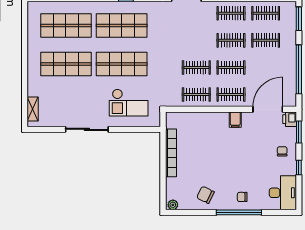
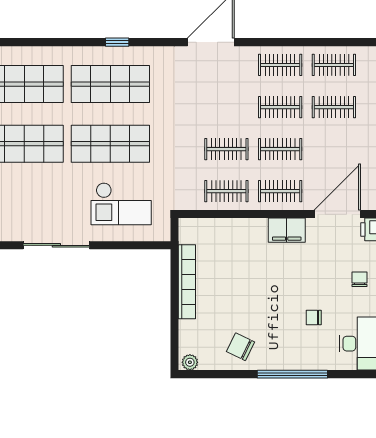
filing cabinet: (235, 120) -> (287, 230), width x2.00
chair: (242, 197) -> (314, 317), moved

